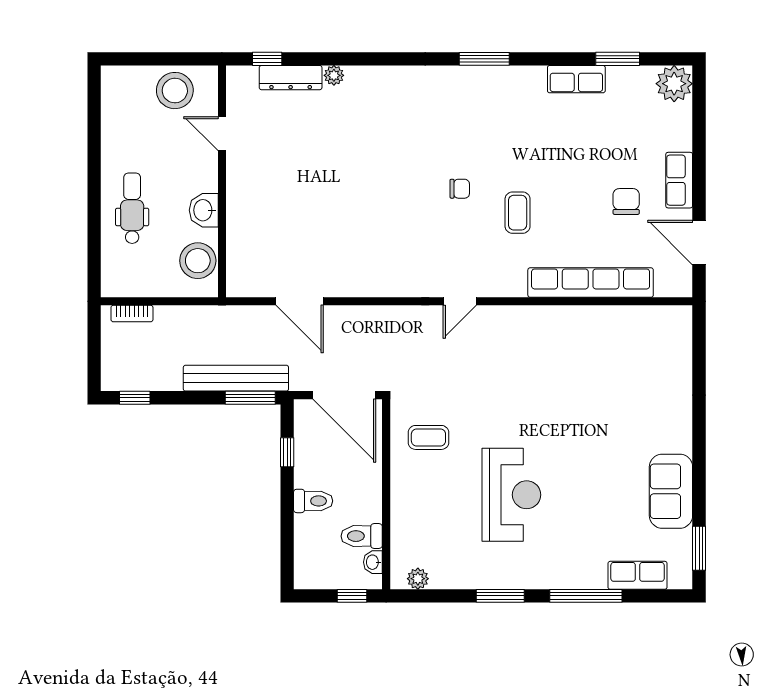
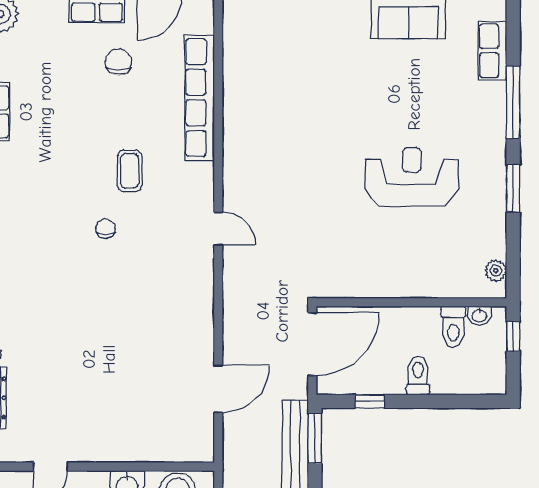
chair: (626, 201) -> (118, 62), turned 90
coffee table: (518, 213) -> (130, 171), turned 90
coffee table: (428, 437) -> (355, 260), removed

